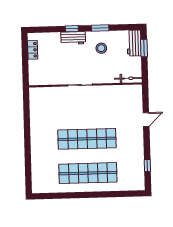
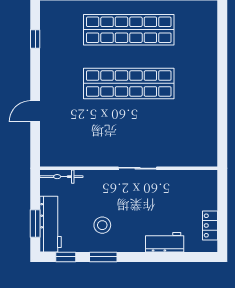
window: (72, 29) -> (66, 257), moved
workbench: (73, 38) -> (165, 242), moved
workbench: (134, 43) -> (51, 224), width x1.38

